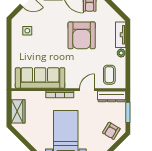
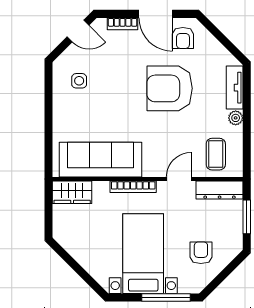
armchair: (82, 35) -> (170, 88), turned 90
wardrobe: (18, 111) -> (72, 192), moved, turned 90
armchair: (111, 131) -> (201, 253), moved, turned 149

